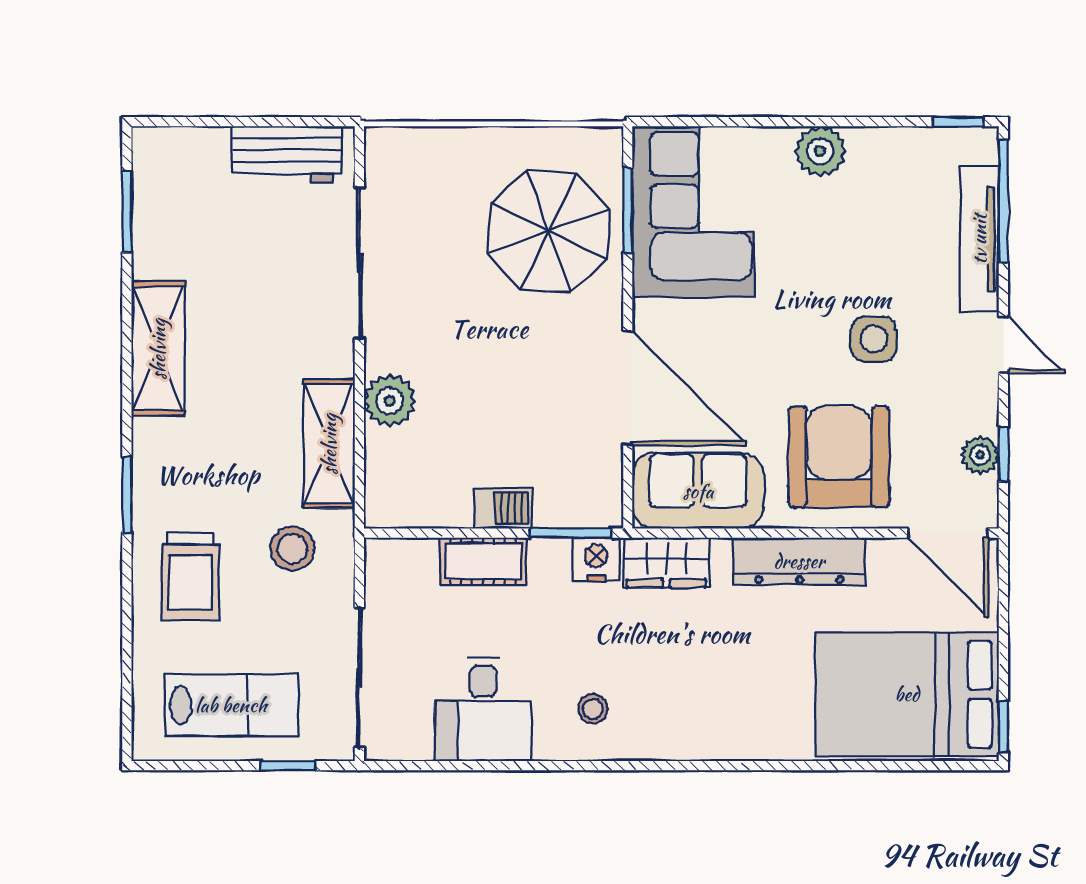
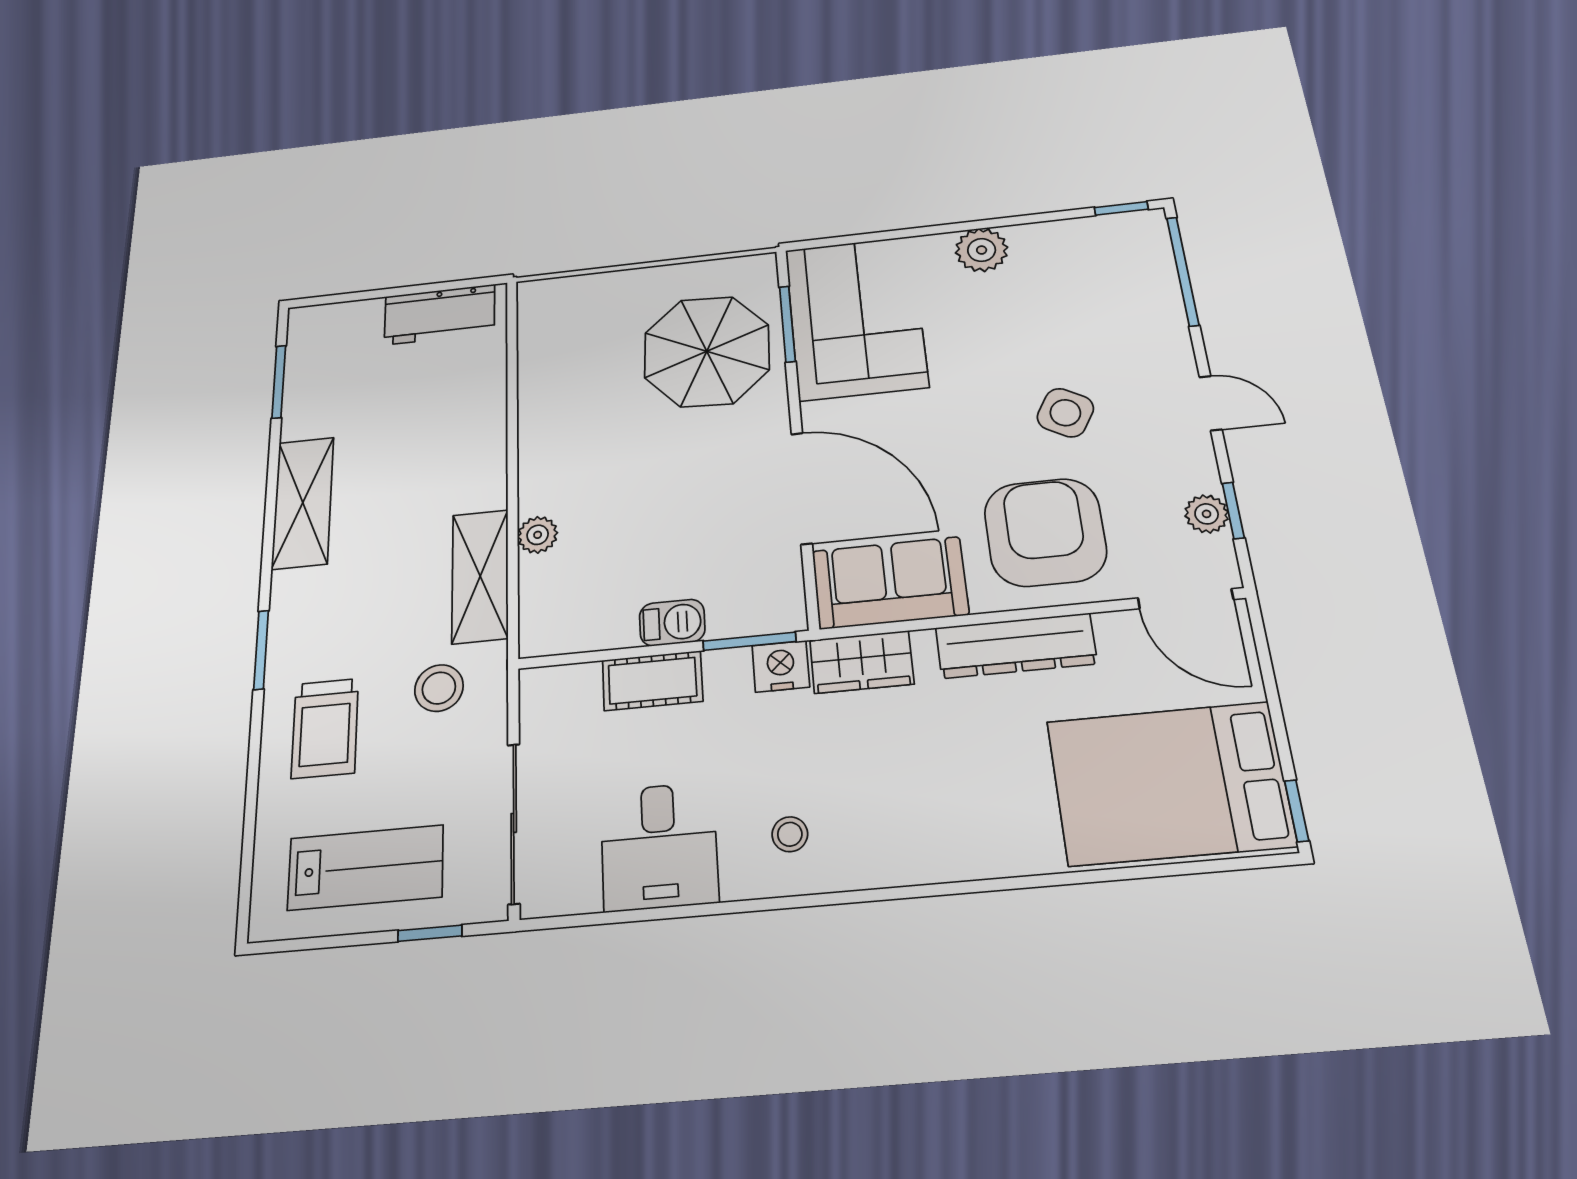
tv unit: (979, 239) -> (1164, 308), removed
sliding door: (359, 263) -> (512, 401), removed
side table: (874, 339) -> (1065, 413), turned 30
plant: (390, 401) -> (538, 535), width x0.73, depth x0.73

